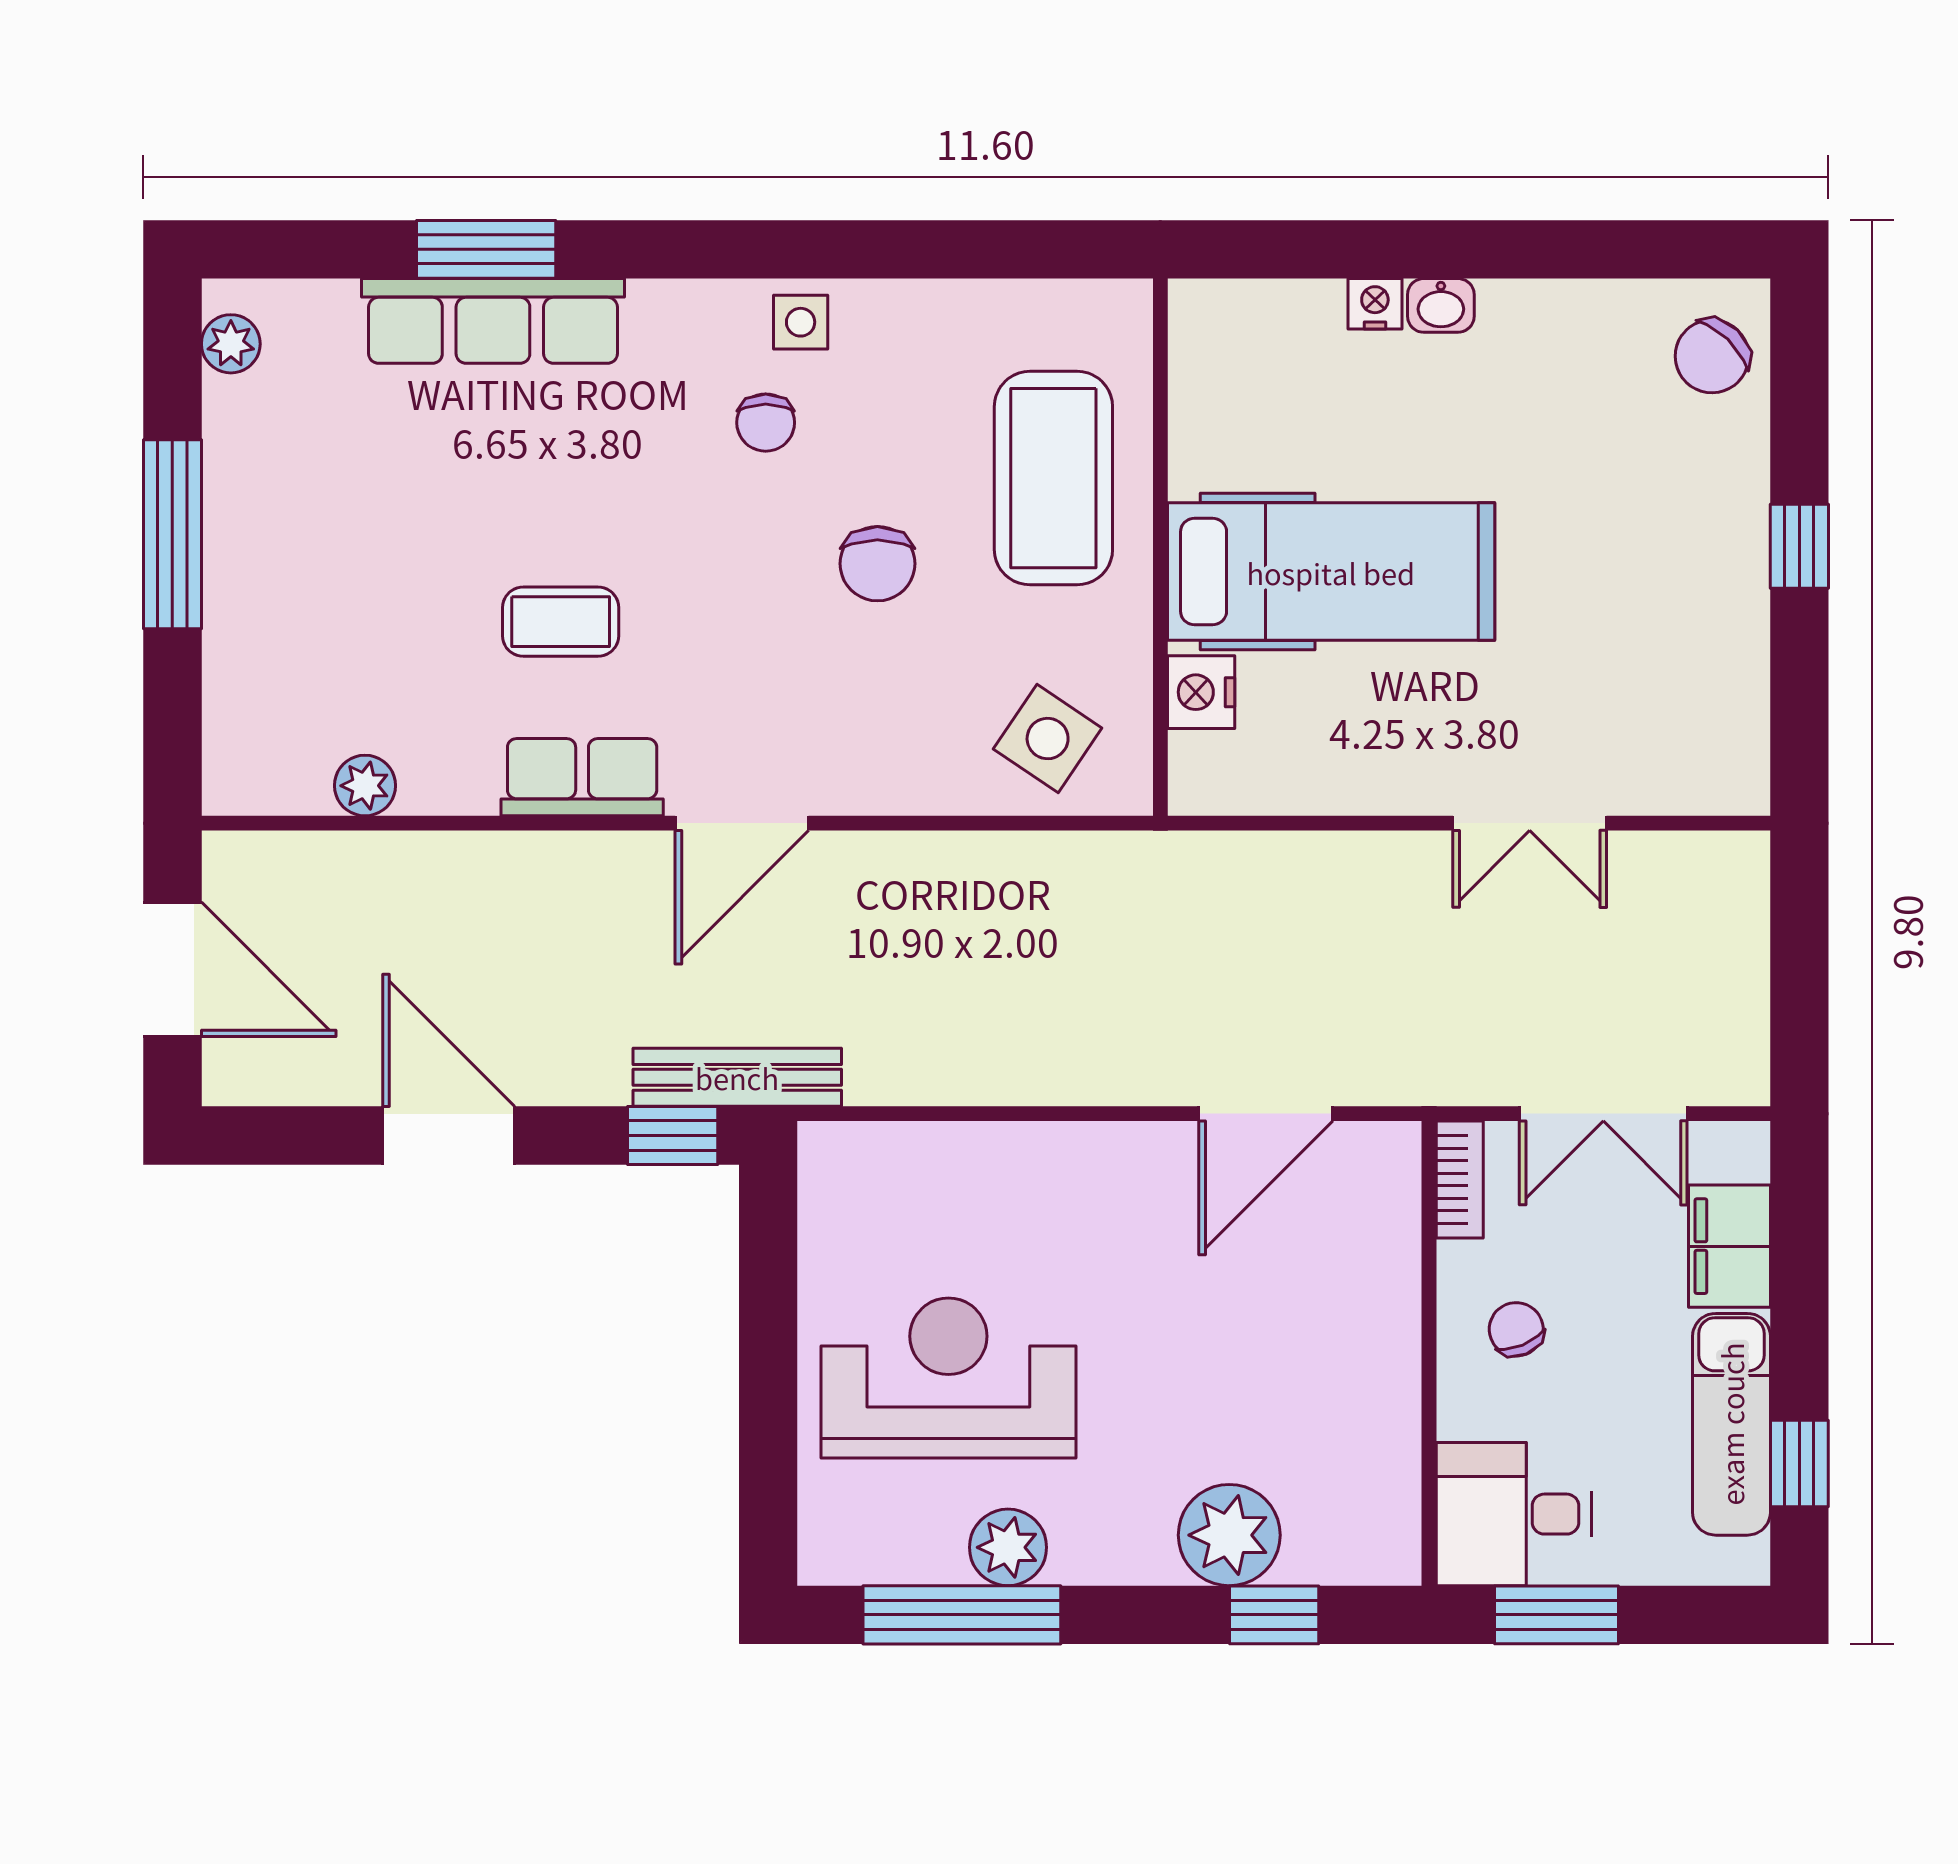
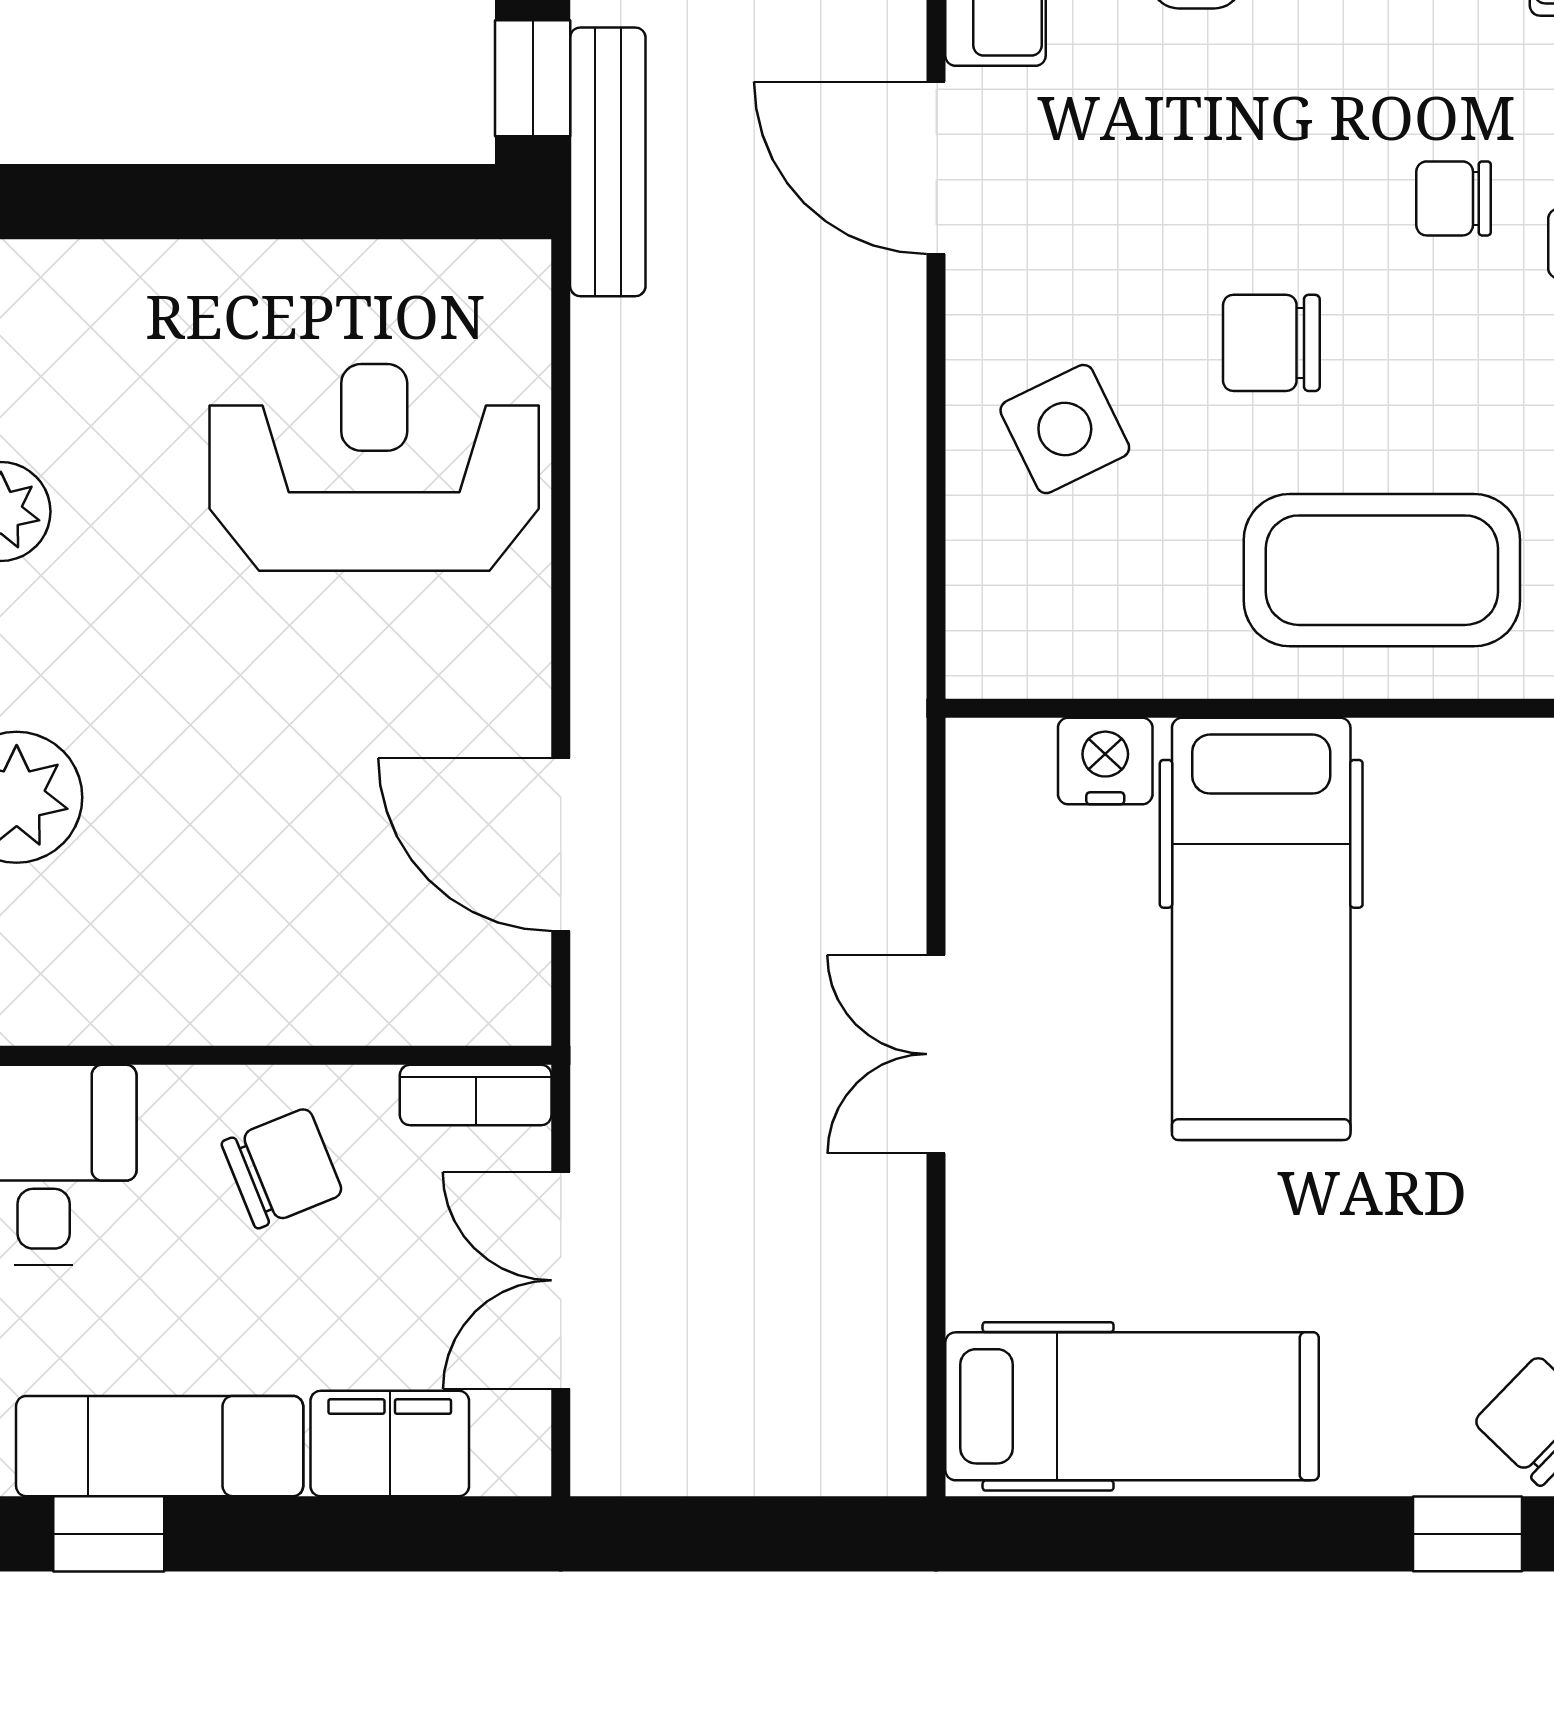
window: (1799, 546) -> (1468, 1534), moved
hospital bed: (1701, 672) -> (1132, 1406), added
side table: (1048, 739) -> (1065, 429), moved, turned 30
double door: (1530, 823) -> (936, 1054), moved
chair: (1516, 1329) -> (282, 1168), width x1.37, depth x1.37
reception desk: (948, 1378) -> (374, 467), moved, turned -90

